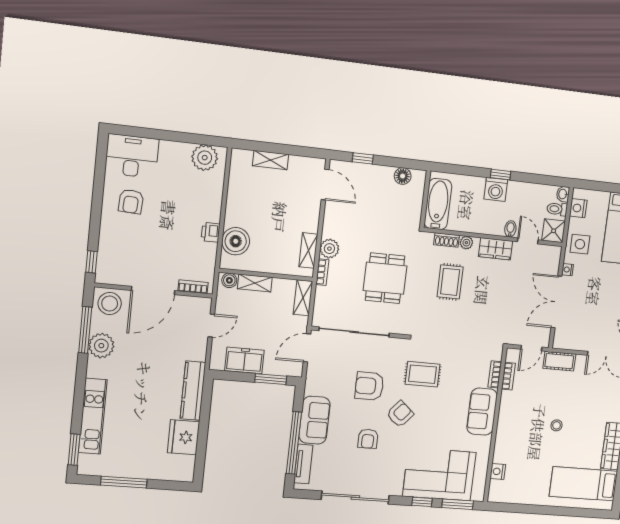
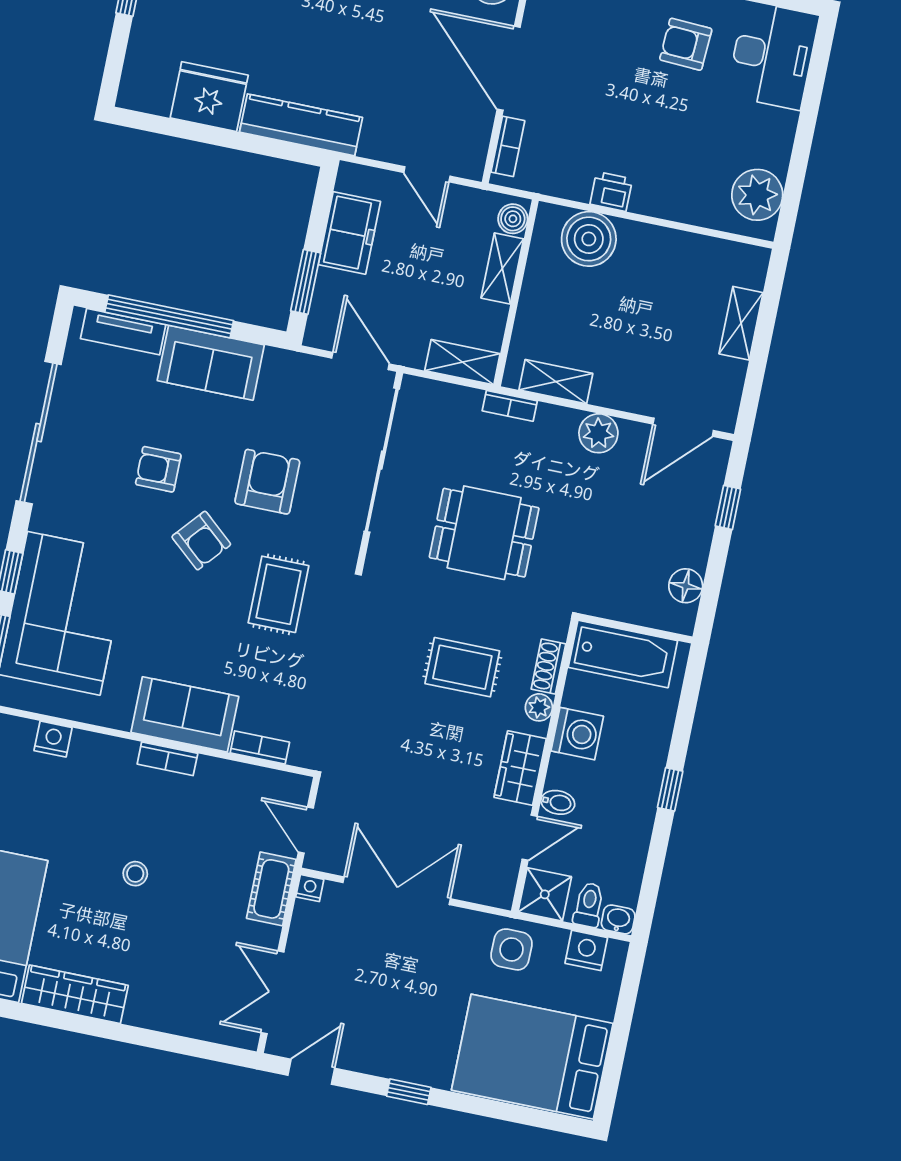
washing machine: (496, 189) -> (577, 734), moved, turned 180
plant: (329, 249) -> (598, 433), moved
nightstand: (568, 270) -> (310, 888), moved
bookcase: (508, 376) -> (167, 759), moved

